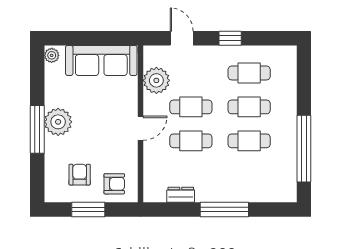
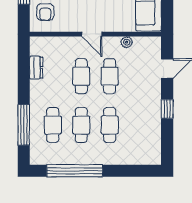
cafe table: (249, 73) -> (53, 125), moved
plant: (156, 80) -> (127, 42), width x0.53, depth x0.53
window: (224, 210) -> (24, 125), moved

